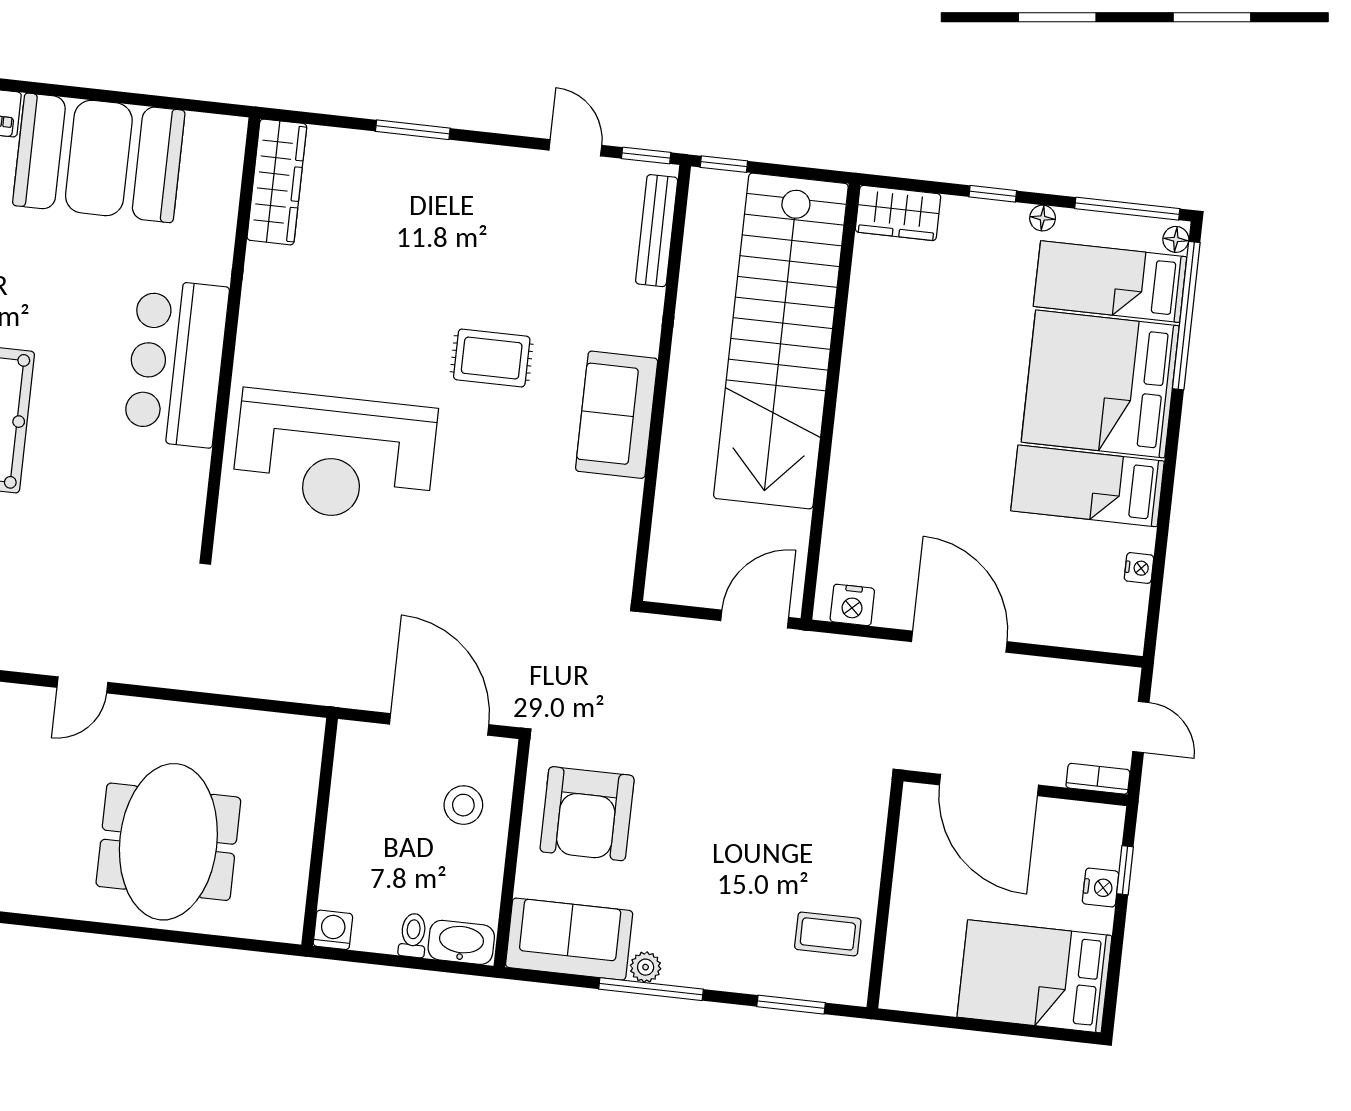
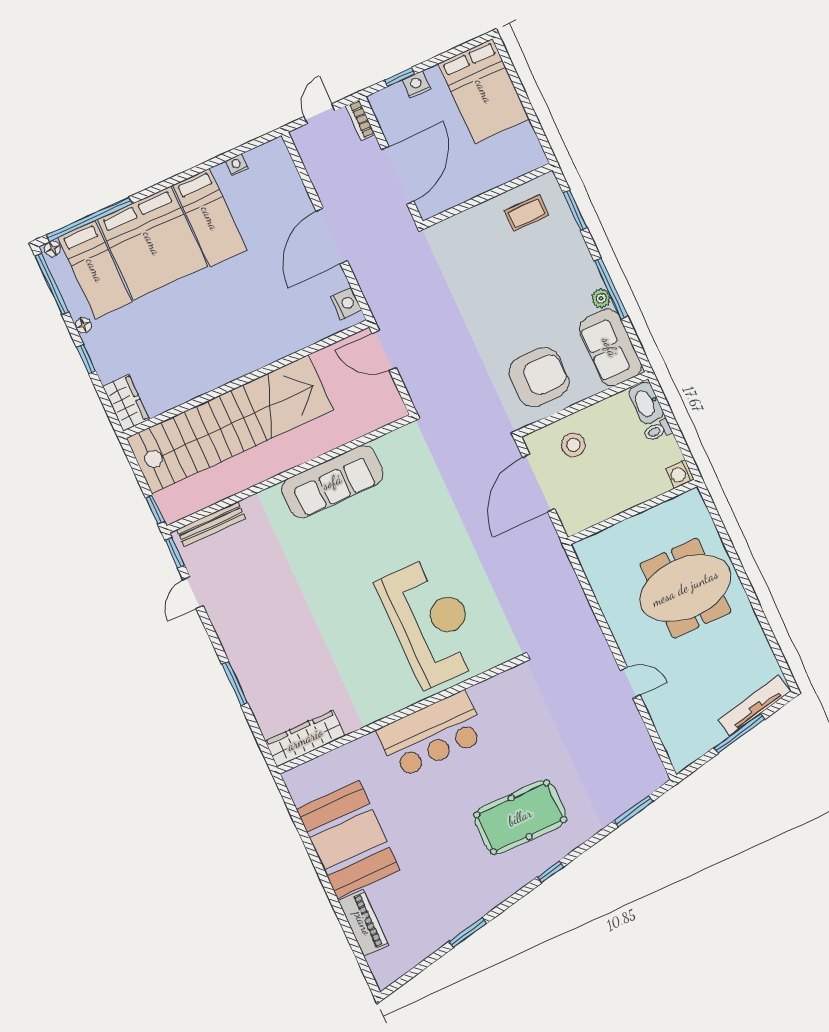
rug: (492, 358) -> (330, 570), removed
sofa: (617, 415) -> (332, 482), width x1.36
coffee table: (828, 934) -> (526, 213), turned 90

